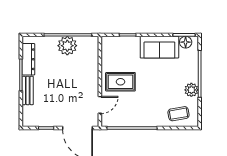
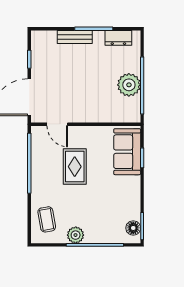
sofa: (159, 47) -> (127, 152), moved
dresser: (28, 59) -> (118, 38), width x0.70
rug: (120, 82) -> (75, 167), moved

